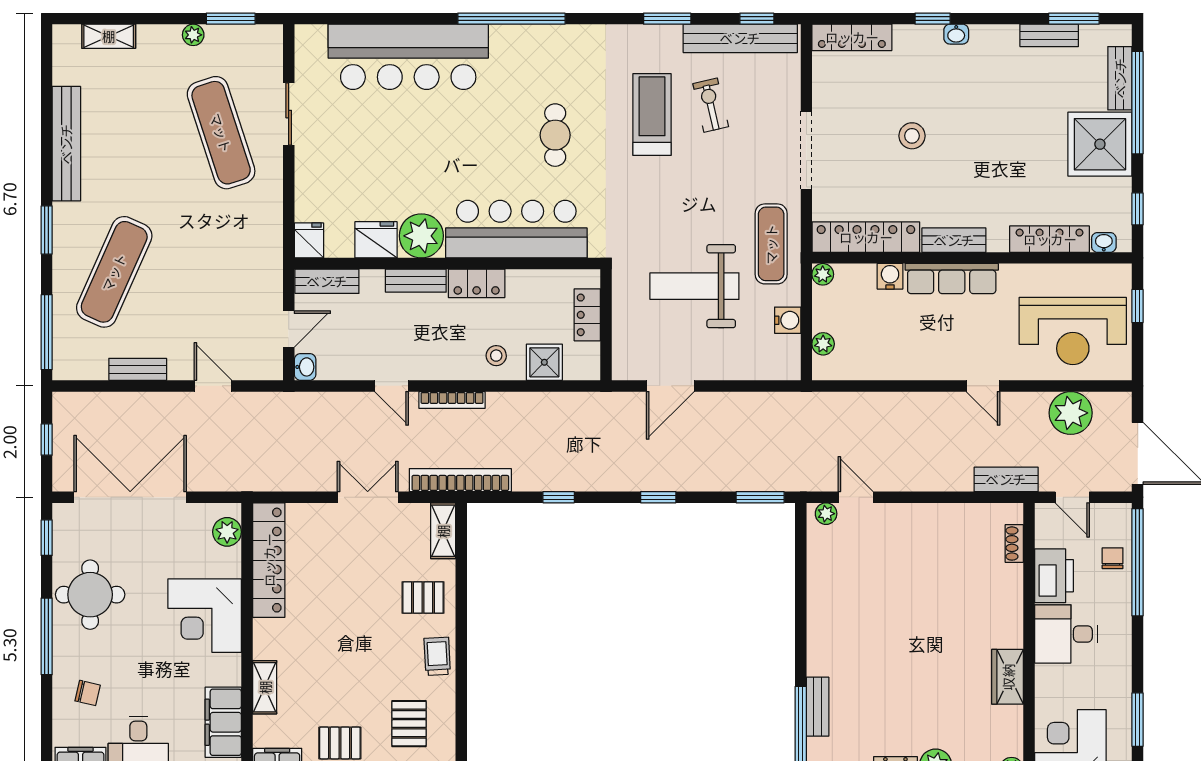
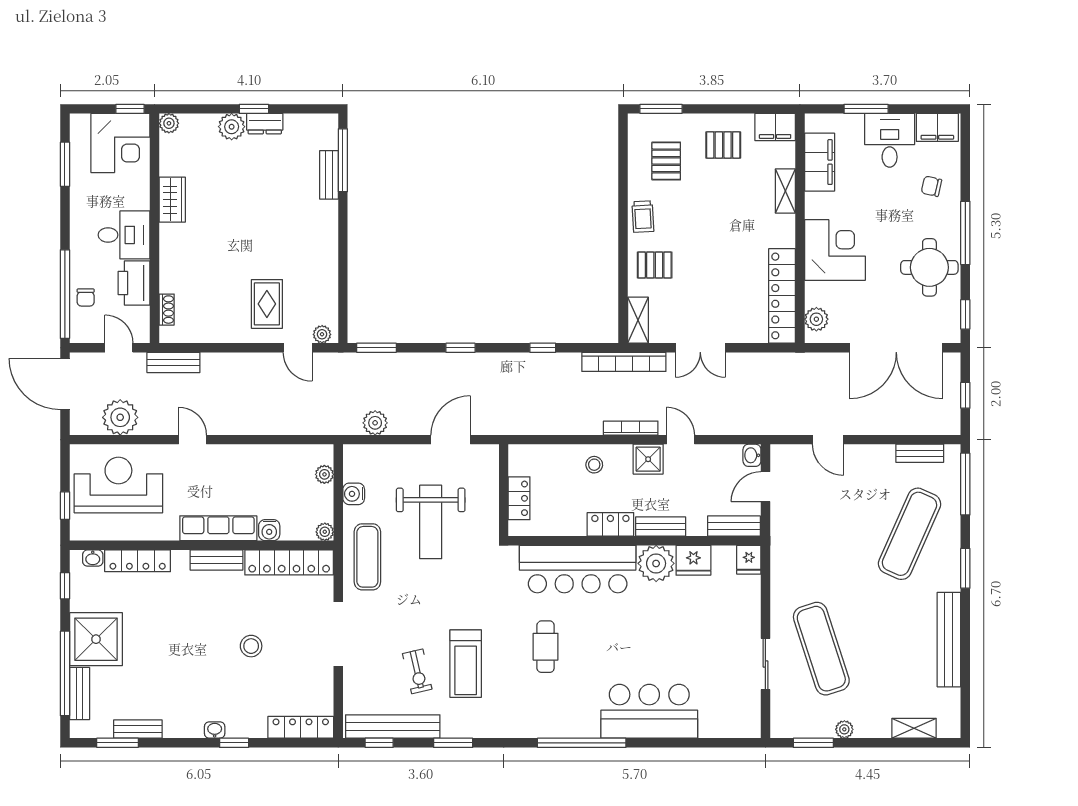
bar counter: (408, 57) -> (649, 711), width x0.73
weight bench: (694, 286) -> (431, 522), turned 90
shower: (544, 362) -> (648, 459), moved
bench: (138, 369) -> (920, 453), moved
plant: (762, 406) -> (375, 423), added
rug: (893, 550) -> (267, 304), added

